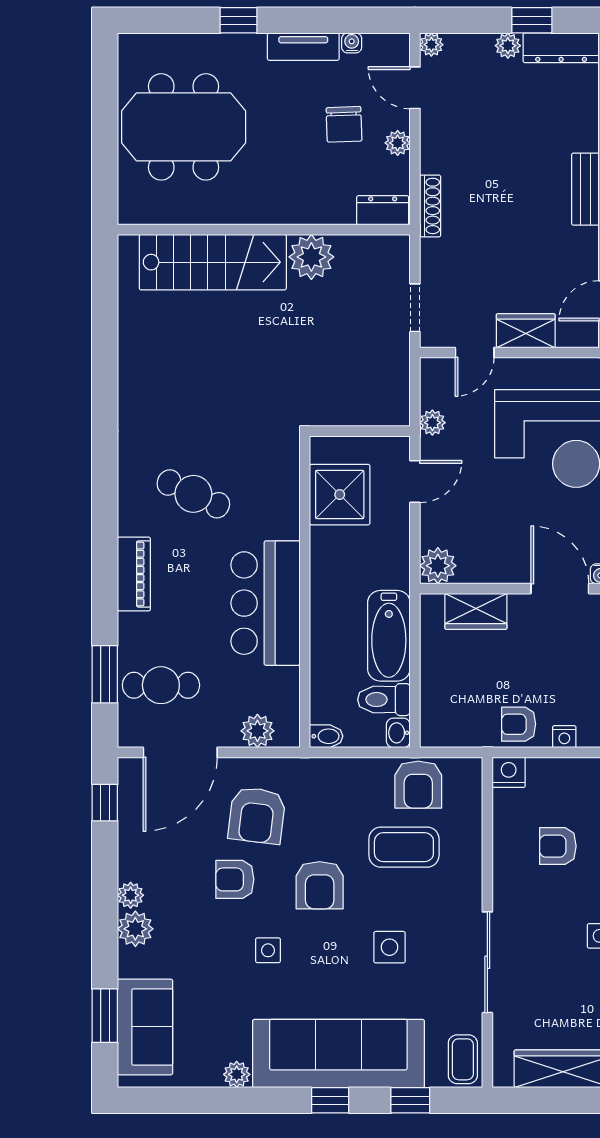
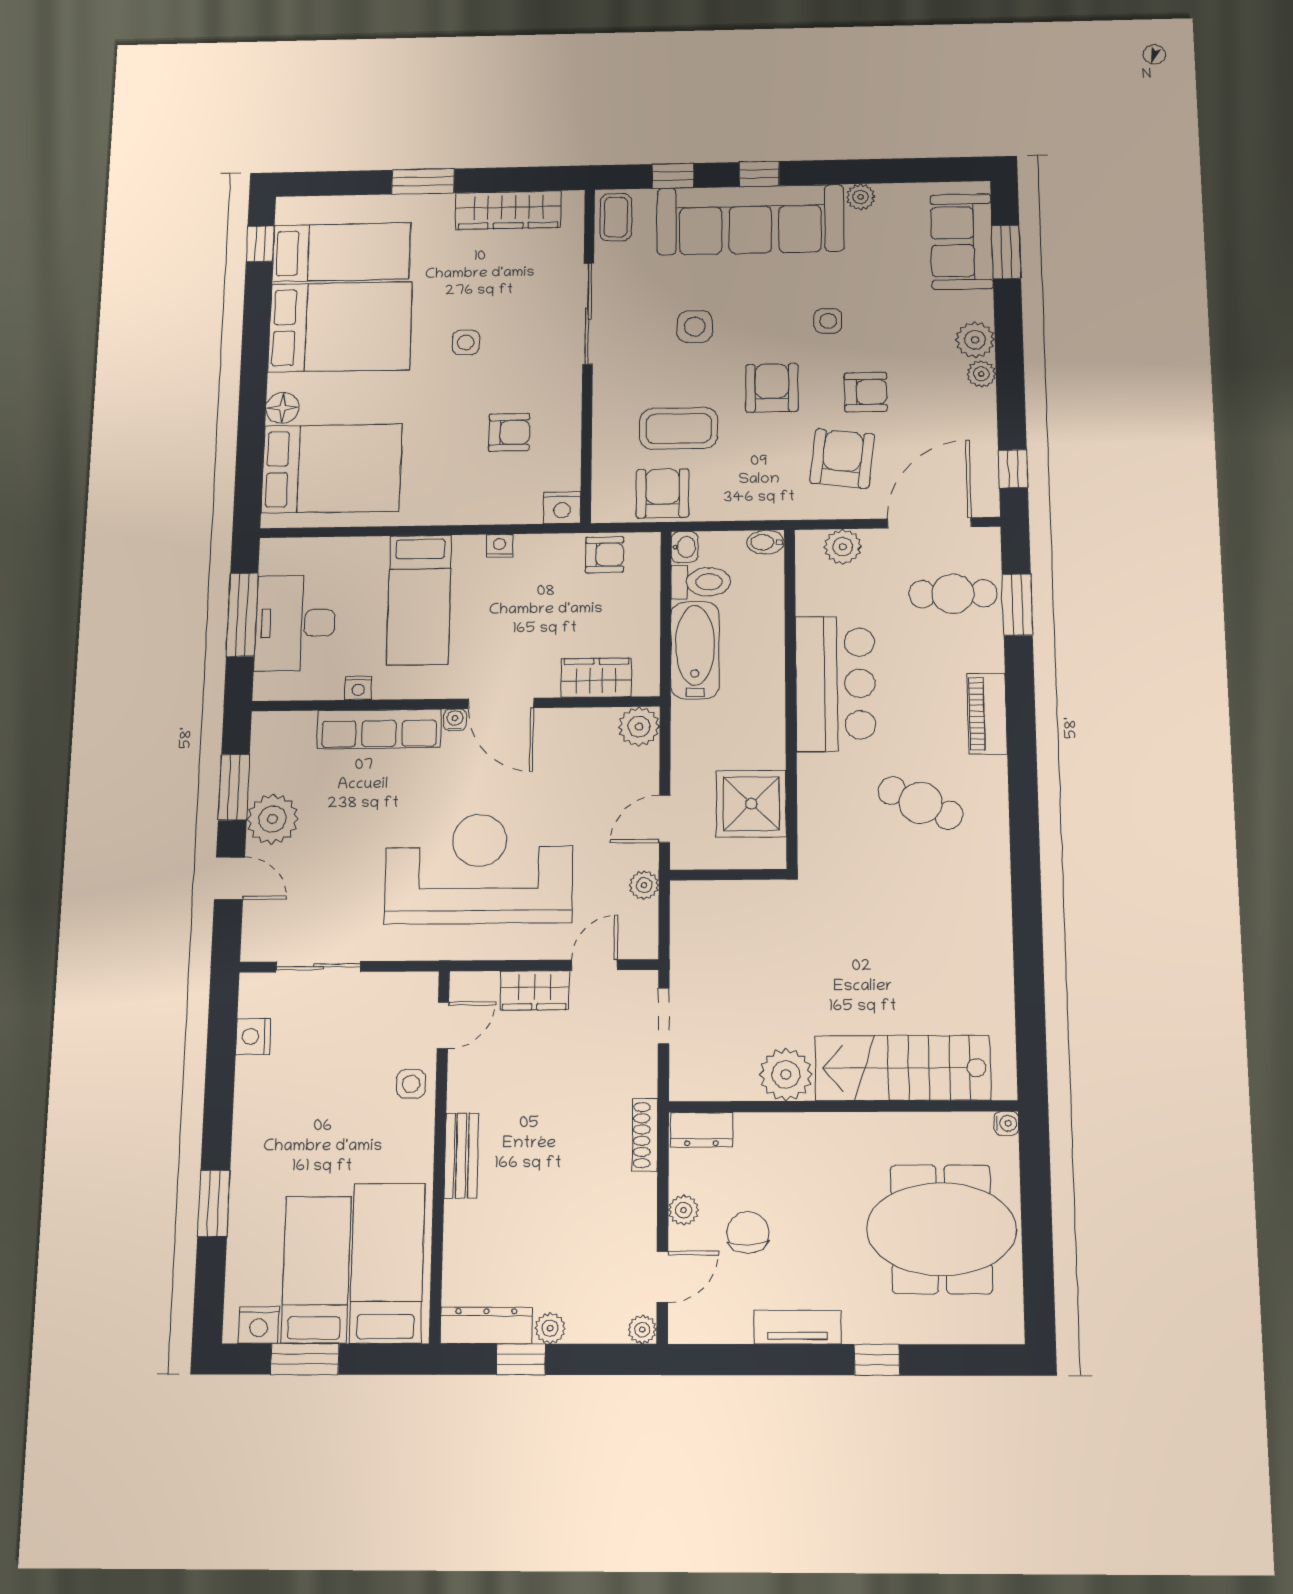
water cooler: (352, 43) -> (1006, 1123), moved, turned -90
door: (415, 88) -> (662, 1277), hinge flipped
armchair: (519, 724) -> (605, 555), moved

